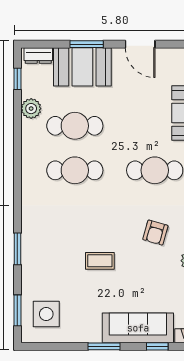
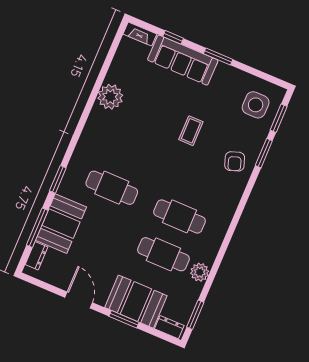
window: (17, 79) -> (195, 315), width x1.50
plant: (31, 109) -> (200, 272), moved
armchair: (155, 233) -> (235, 161), moved, turned 145
window: (17, 249) -> (264, 153), moved
coffee table: (100, 261) -> (191, 131), turned 90

